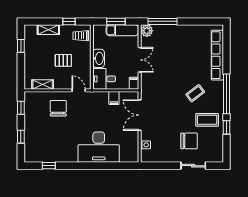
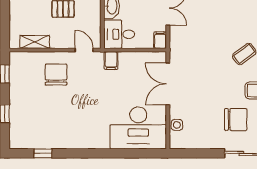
filing cabinet: (114, 98) -> (111, 61), moved
desk: (99, 147) -> (138, 128), moved

